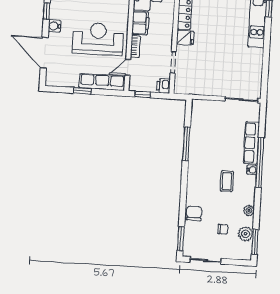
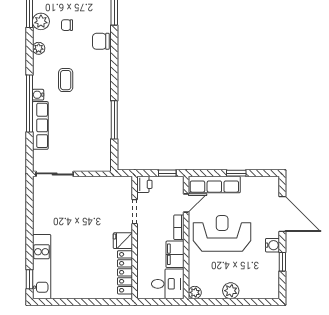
reception desk: (98, 39) -> (222, 233), turned 180
chair: (194, 213) -> (101, 41), turned 90

